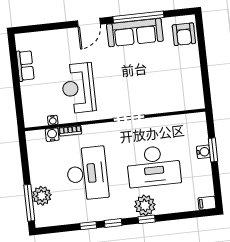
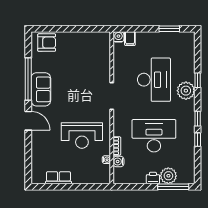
sofa: (135, 33) -> (41, 89), width x0.73
window: (213, 150) -> (169, 29), moved
water cooler: (203, 152) -> (118, 37), moved
printer: (37, 178) -> (153, 178), added
filing cabinet: (207, 203) -> (130, 39), moved
window: (147, 219) -> (198, 80), moved

